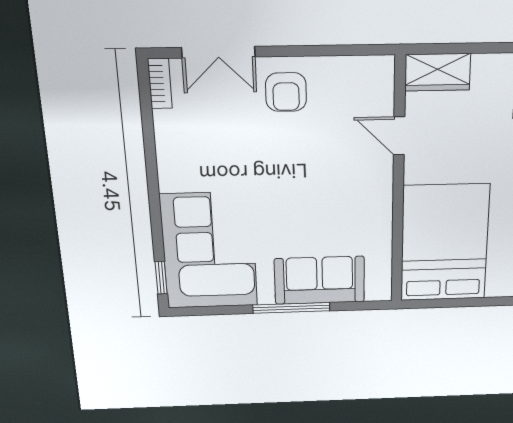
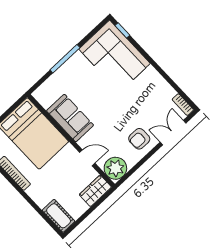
plant: (370, 79) -> (115, 168), added
armchair: (286, 92) -> (139, 139), turned -90
sofa: (320, 280) -> (70, 118), moved, turned -90

